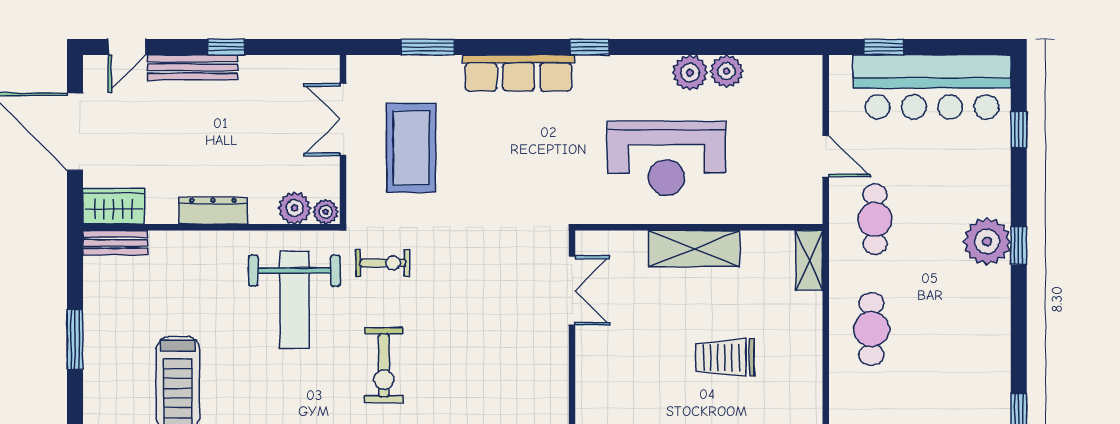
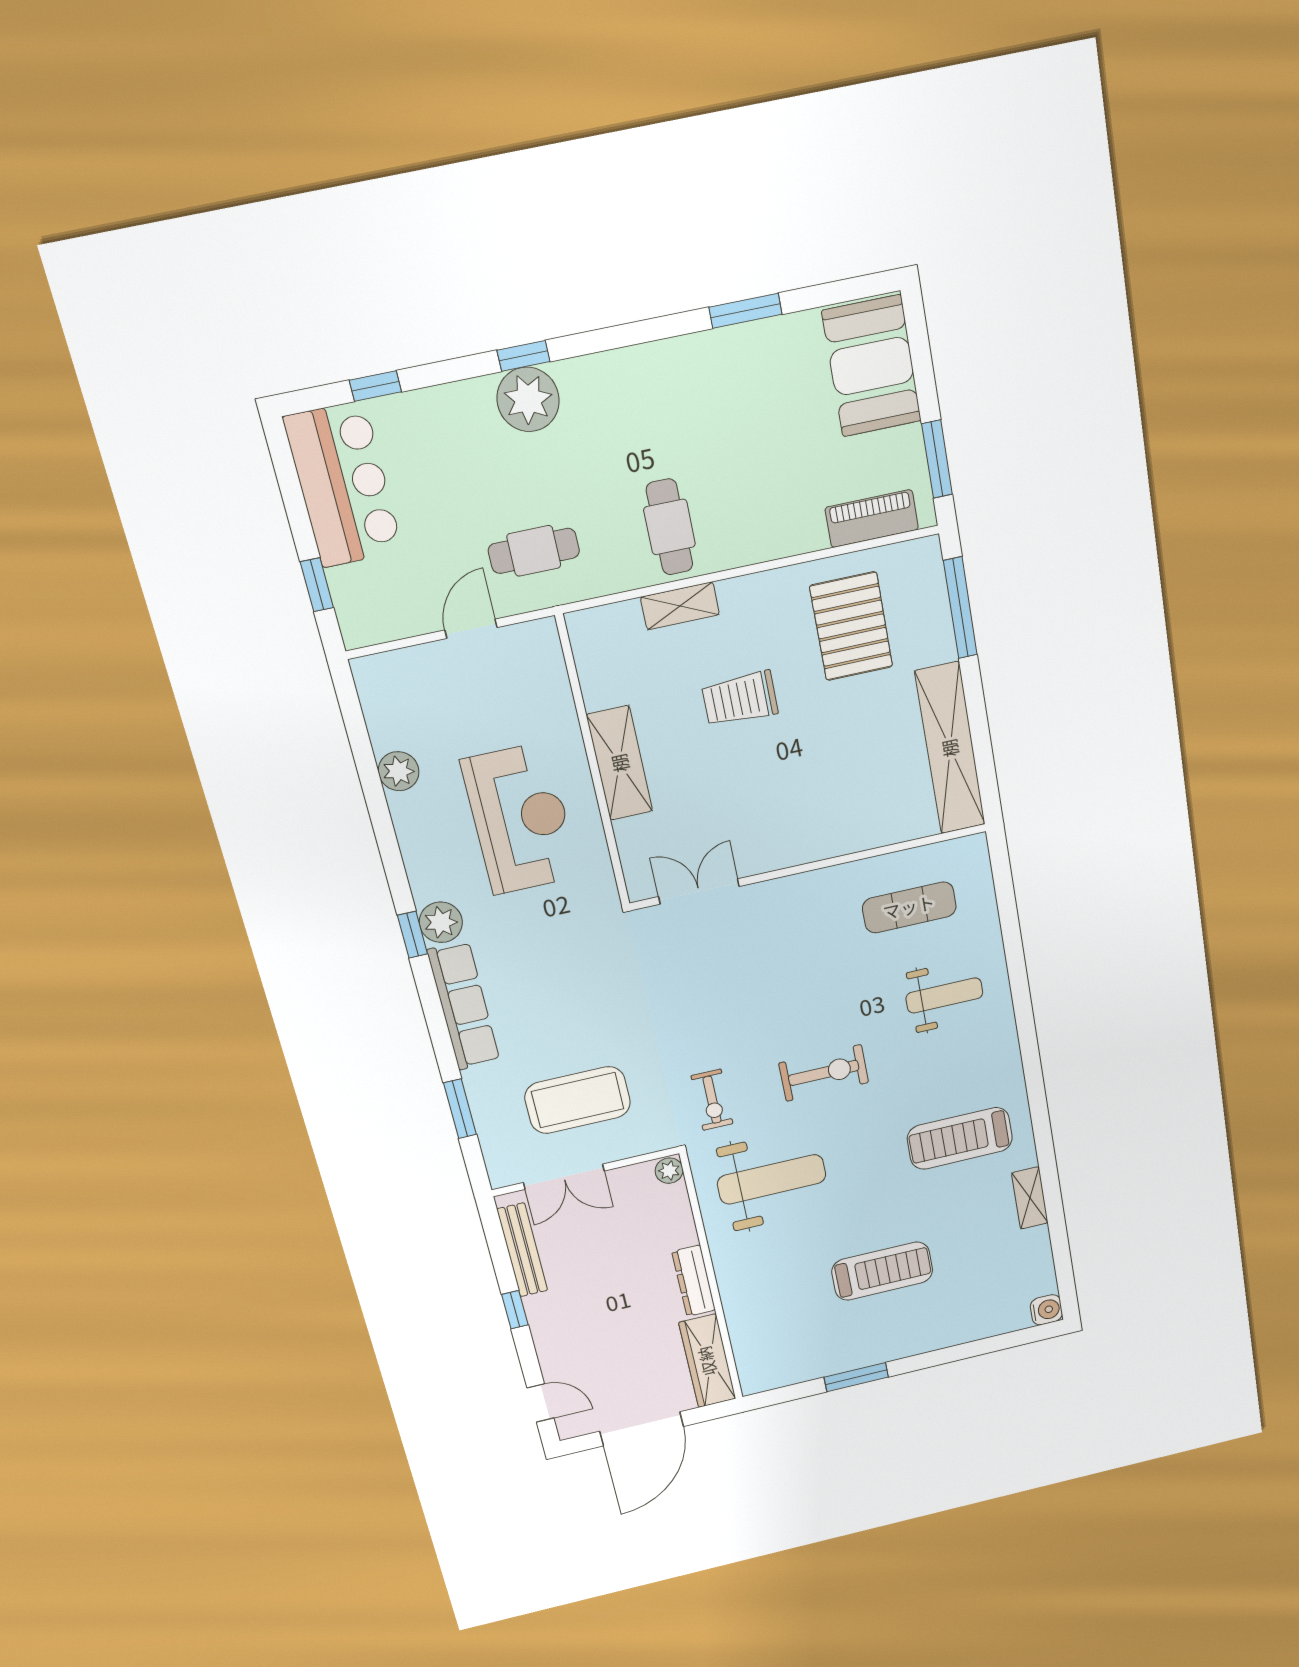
bench: (192, 67) -> (522, 1250), moved
plant: (690, 73) -> (441, 922), moved
bar counter: (932, 87) -> (343, 485), width x0.73
wardrobe: (114, 206) -> (707, 1361), width x1.50
plant: (295, 208) -> (672, 1202), removed
bench: (115, 243) -> (749, 1364), removed
shelving: (809, 261) -> (680, 606), moved
exercise bike: (383, 263) -> (712, 1100), turned 180
cafe table: (871, 329) -> (670, 527), turned 90
trolley: (725, 357) -> (740, 699), turned 90

